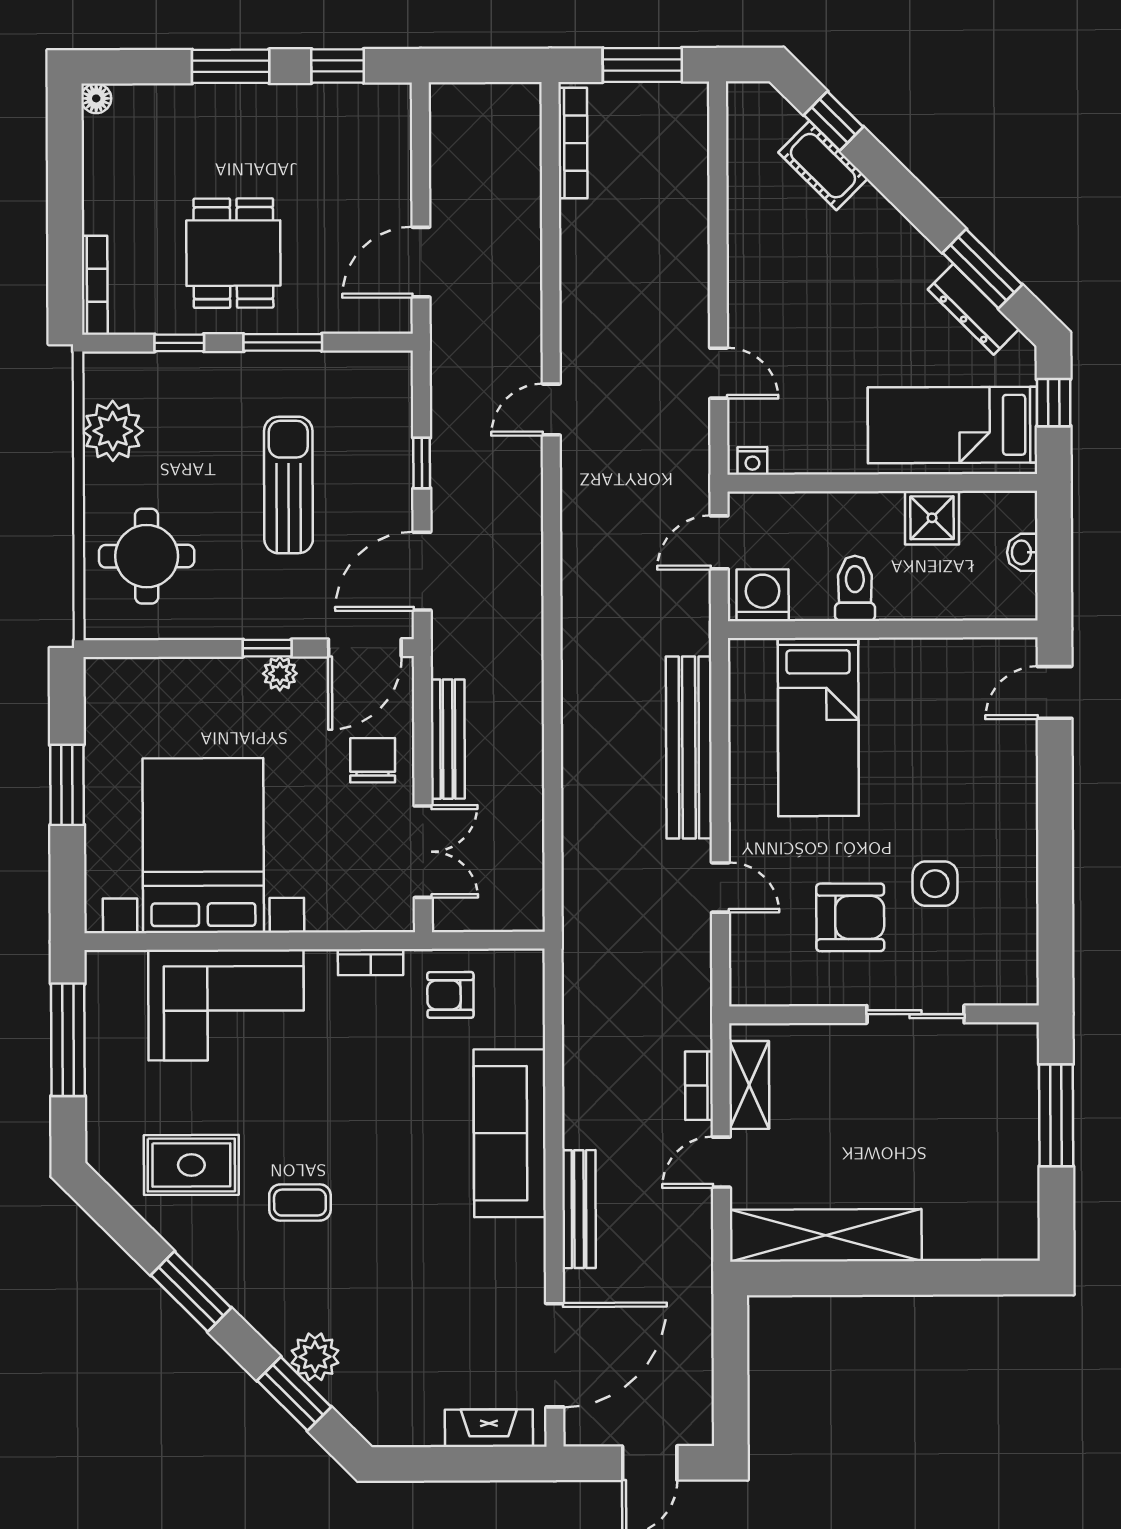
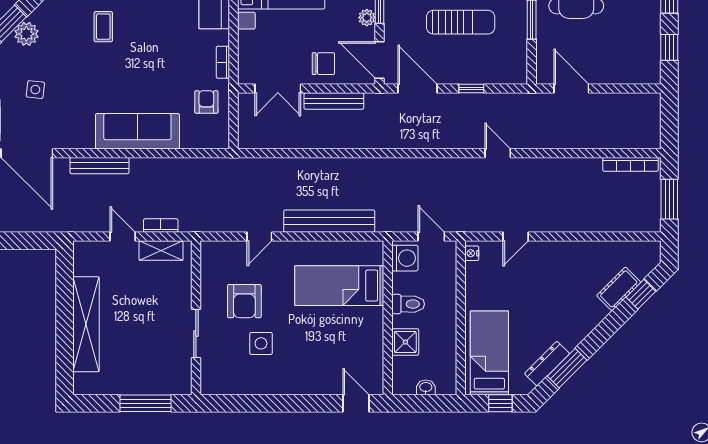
shower: (932, 518) -> (405, 342), moved
shelving: (826, 1235) -> (86, 324), moved
side table: (427, 1339) -> (35, 90), added

